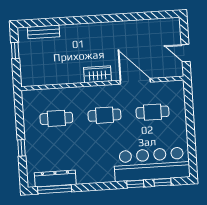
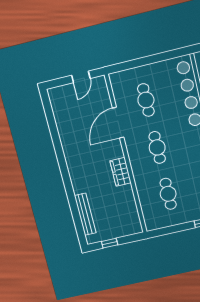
bench: (44, 32) -> (85, 214), width x1.36
wardrobe: (98, 74) -> (121, 172), moved

